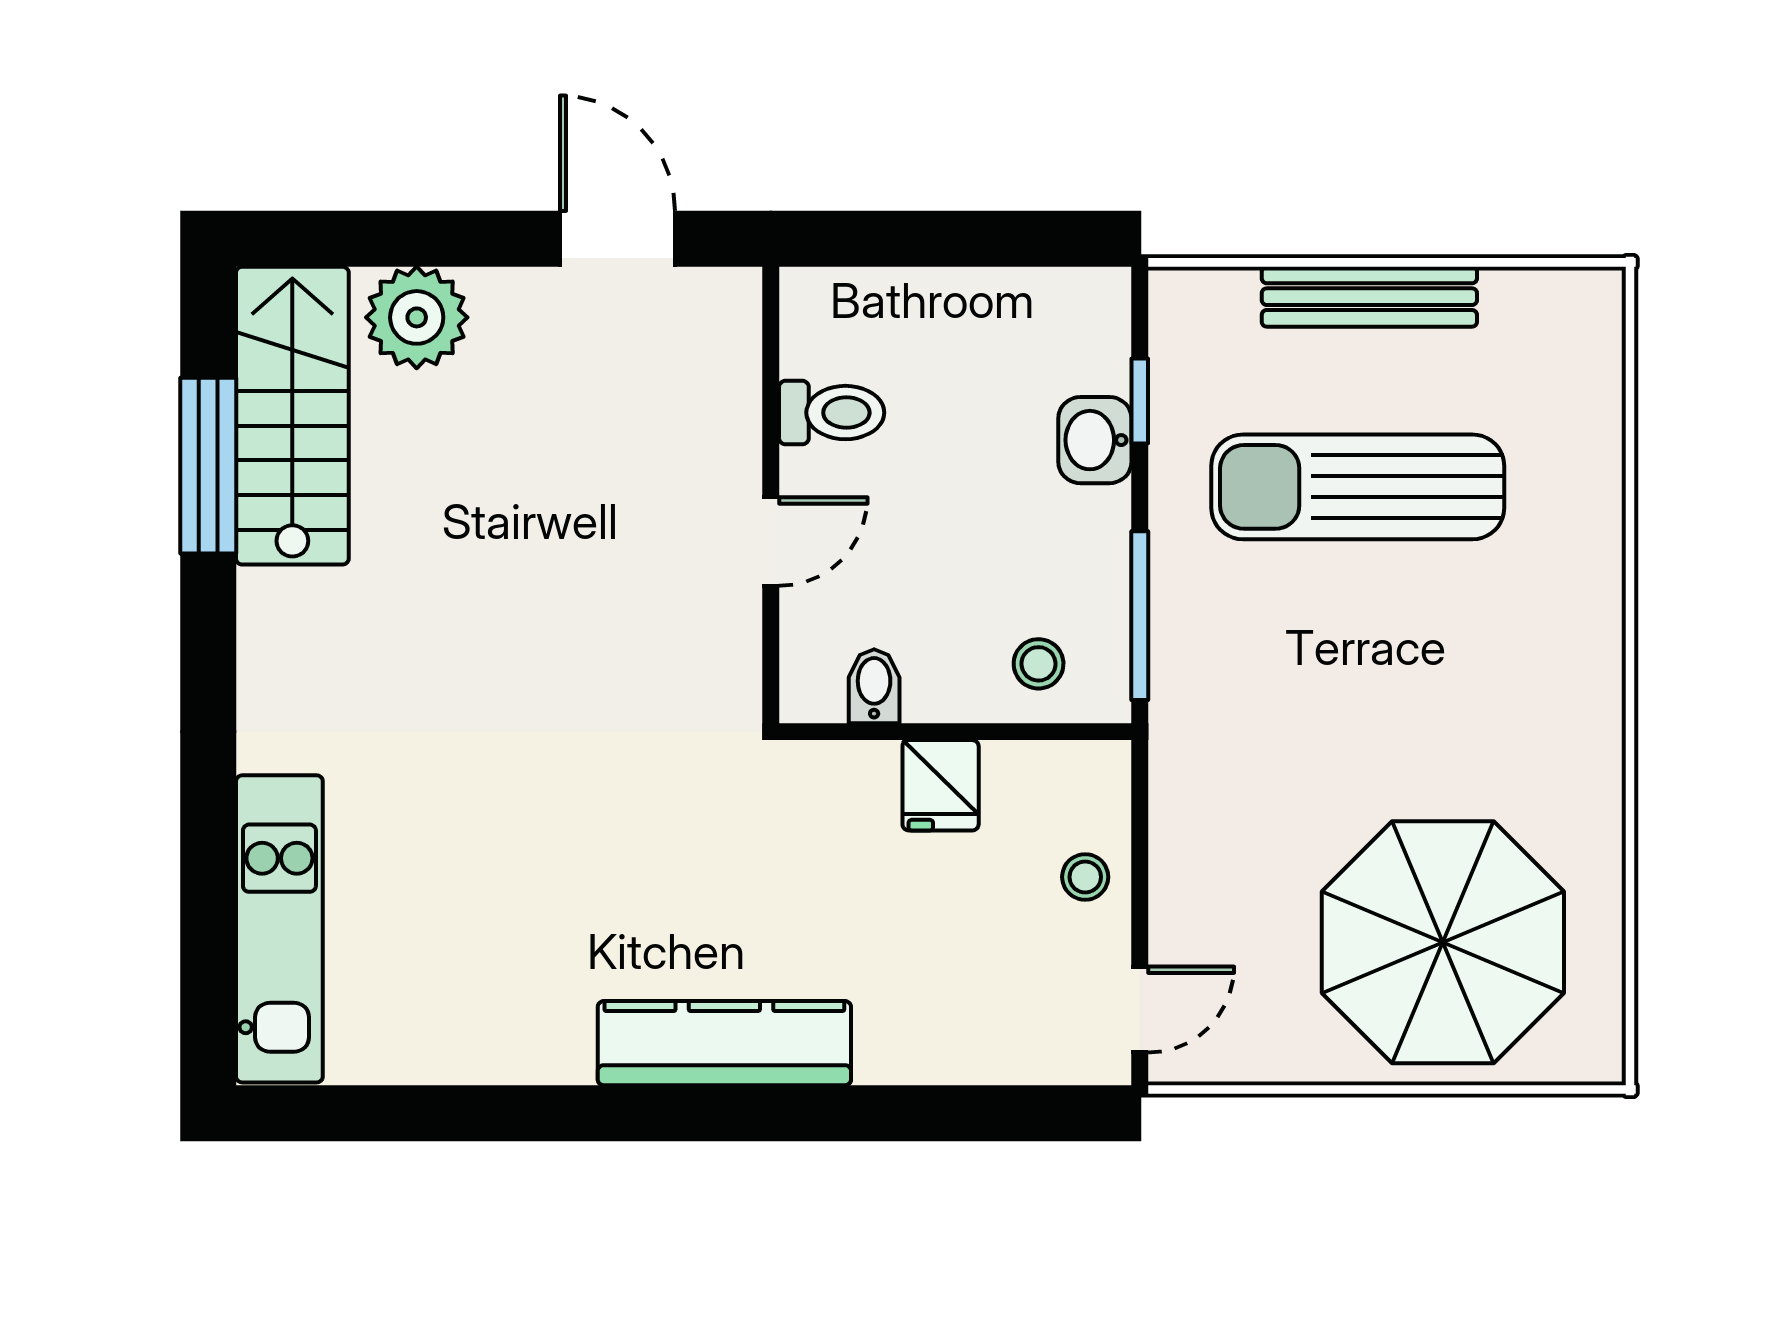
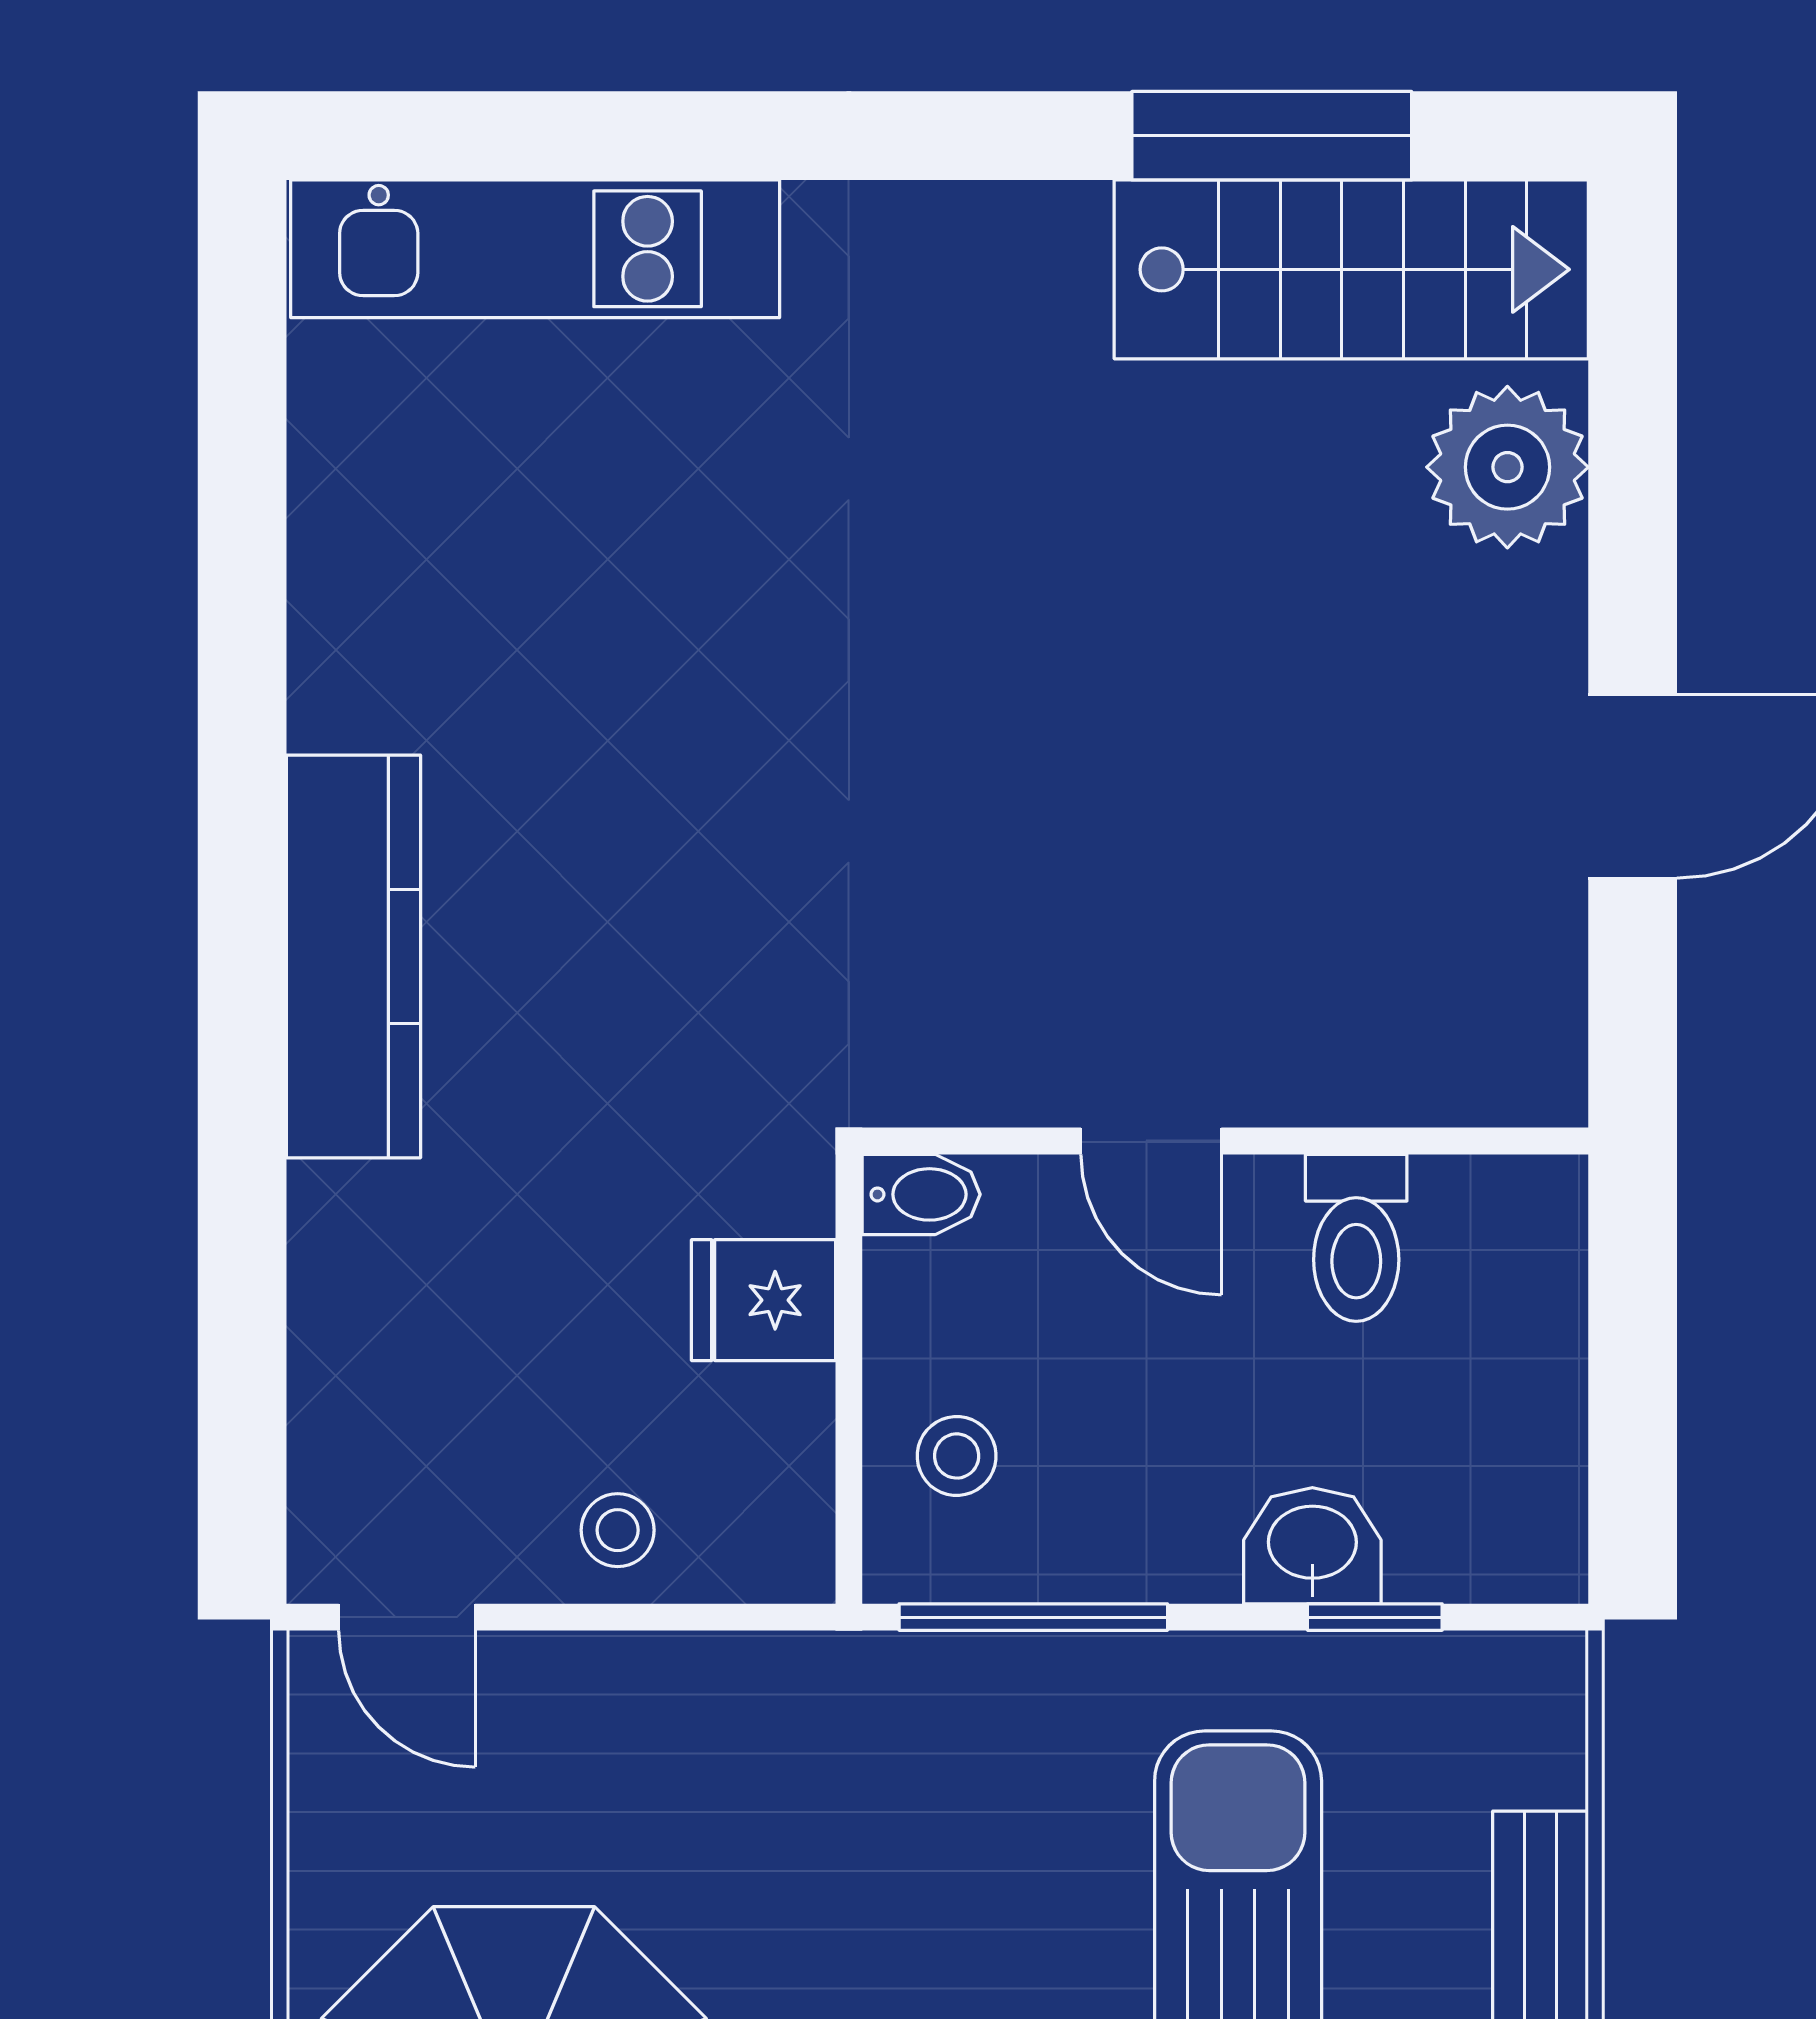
toilet: (832, 413) -> (1356, 1238), moved
wall: (771, 495) -> (1225, 1141), moved
door: (771, 542) -> (1151, 1141), moved

